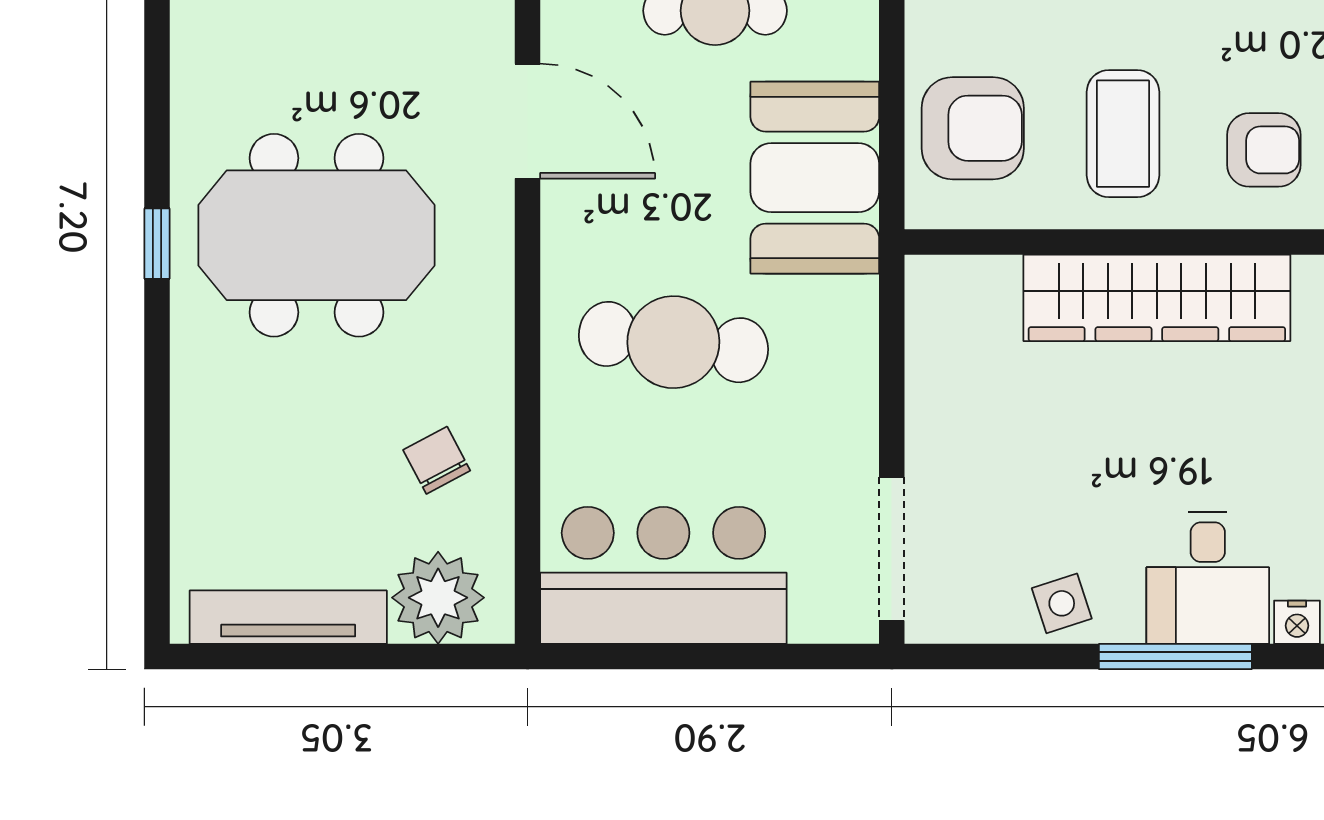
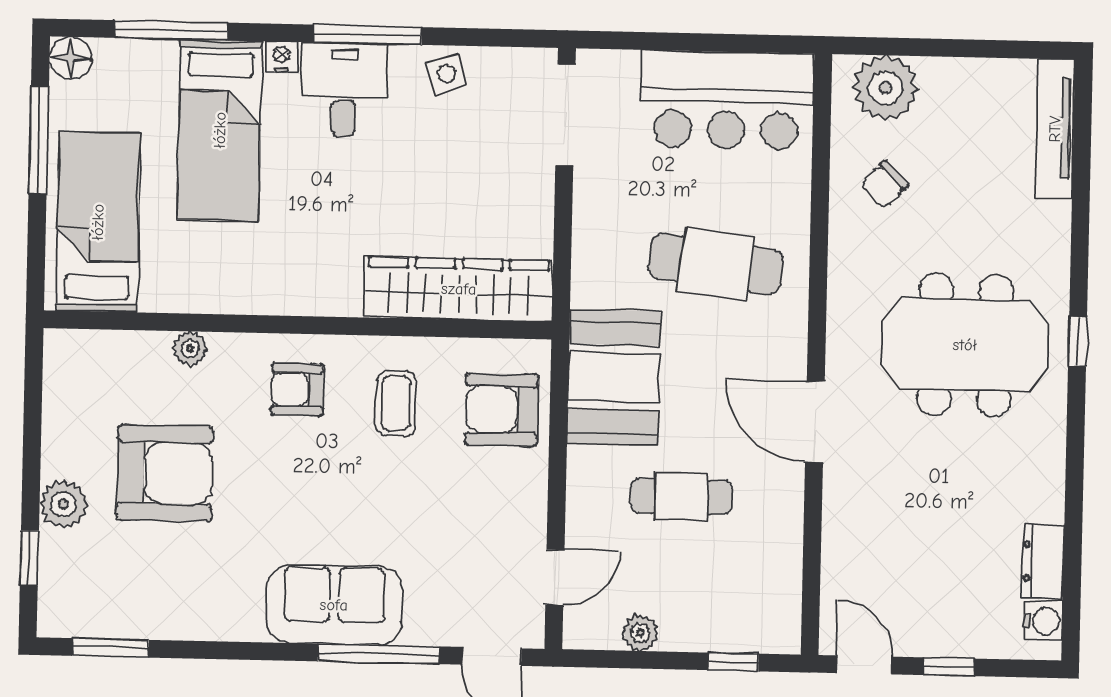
coffee table: (1123, 134) -> (396, 403), width x0.73, depth x0.77
wardrobe: (1157, 298) -> (459, 289), moved
chair: (437, 460) -> (884, 185), turned 73
tv unit: (288, 617) -> (1055, 129), moved, turned 90

